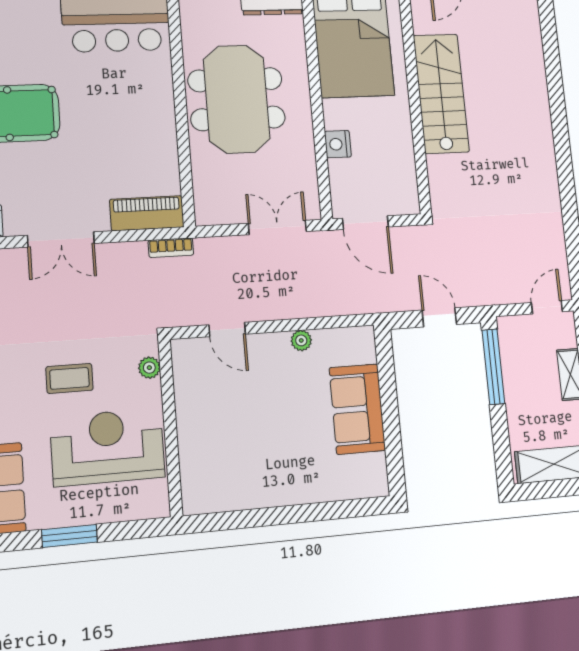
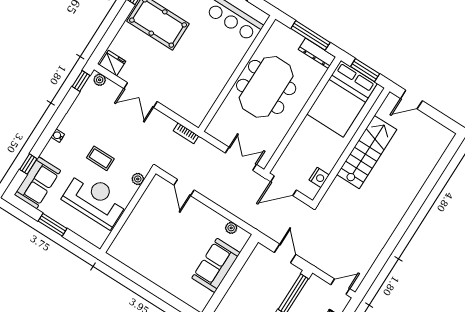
nightstand: (338, 144) -> (319, 177), moved, turned 180
piano: (147, 213) -> (187, 110), removed
door: (365, 223) -> (284, 186), hinge flipped
plant: (301, 340) -> (231, 228), moved

